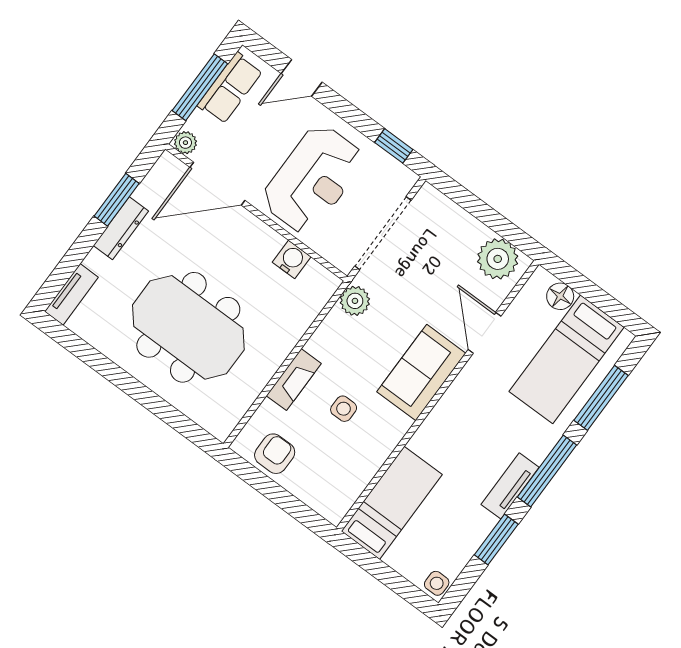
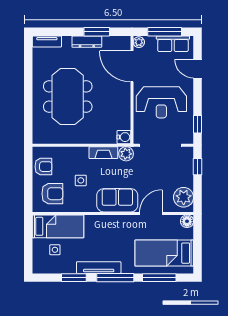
window: (464, 198) -> (198, 167), added
water cooler: (292, 259) -> (124, 137), moved
floor lamp: (560, 296) -> (187, 221), moved
fireplace: (294, 380) -> (103, 153), moved
armchair: (331, 472) -> (52, 194), added
tv unit: (510, 486) -> (99, 268), width x1.41
side table: (437, 583) -> (55, 250), moved

